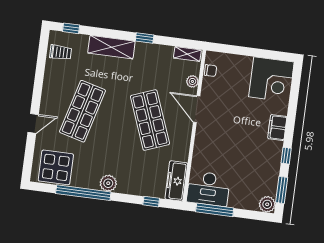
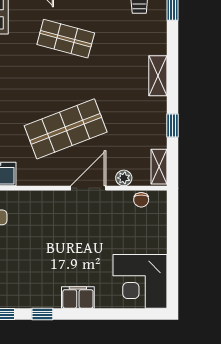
window: (145, 38) -> (173, 125), moved
shelving: (111, 47) -> (158, 76), width x0.67, depth x0.75
shop shelf: (82, 111) -> (66, 39), width x0.70, depth x0.74

